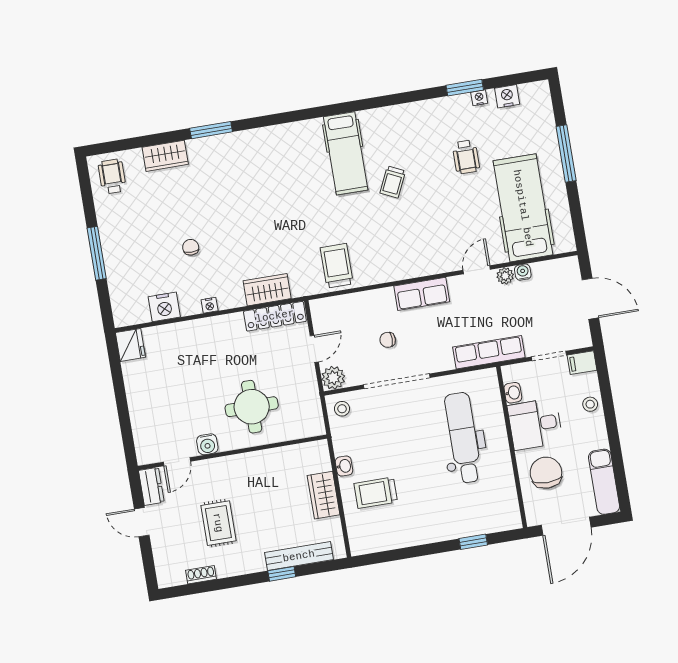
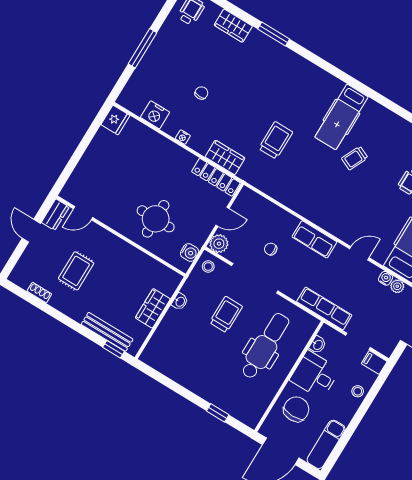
trolley: (337, 266) -> (276, 140), moved
plant: (505, 276) -> (397, 286), moved
water cooler: (207, 444) -> (190, 252), moved, turned -90
trolley: (376, 493) -> (226, 314), moved, turned 90
window: (282, 574) -> (114, 349), moved

